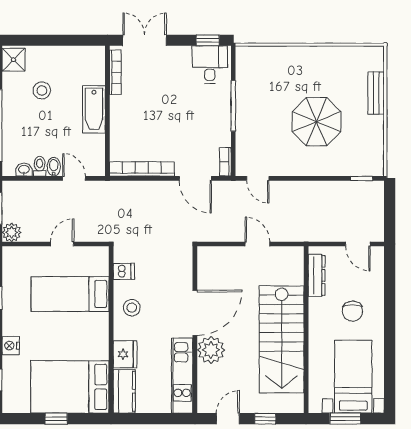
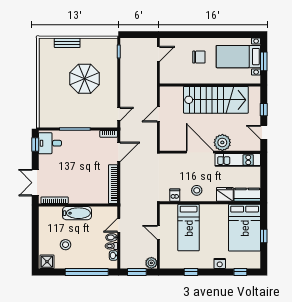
dresser: (317, 275) -> (177, 79), removed

